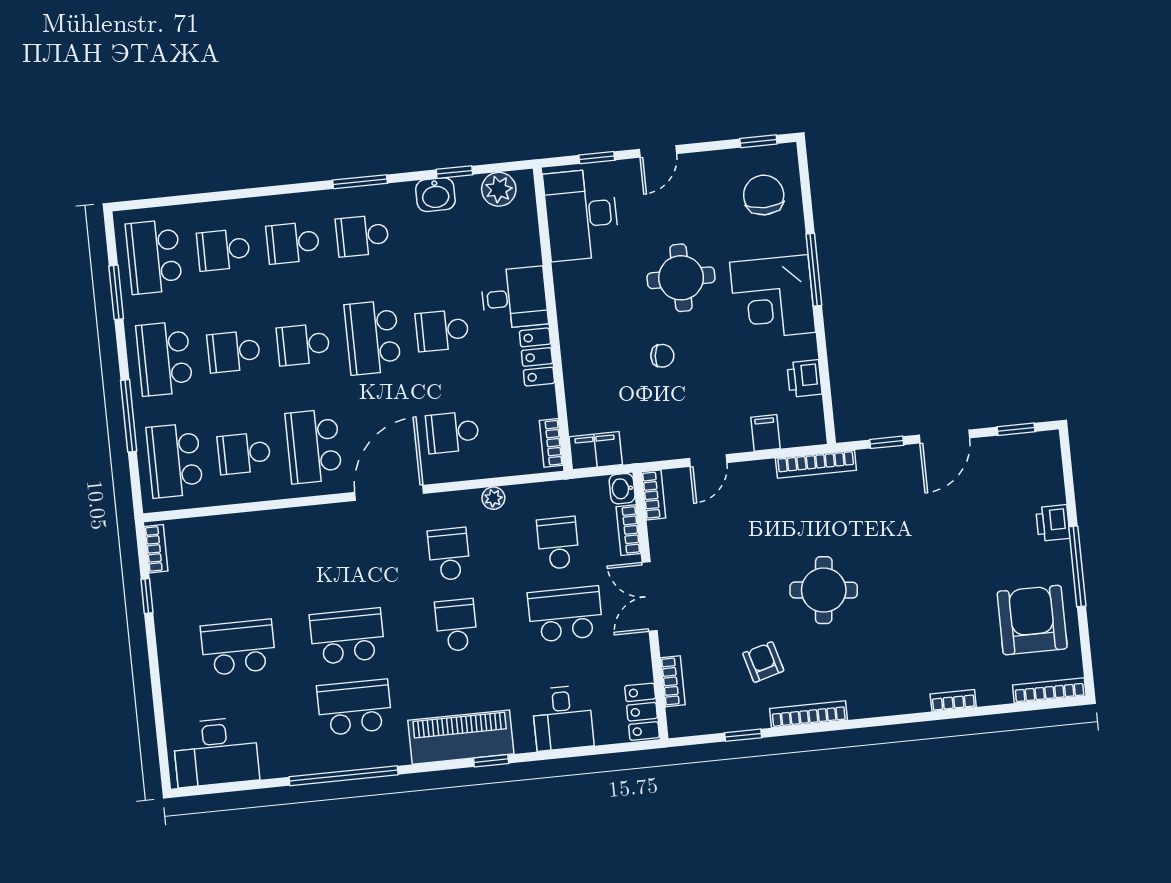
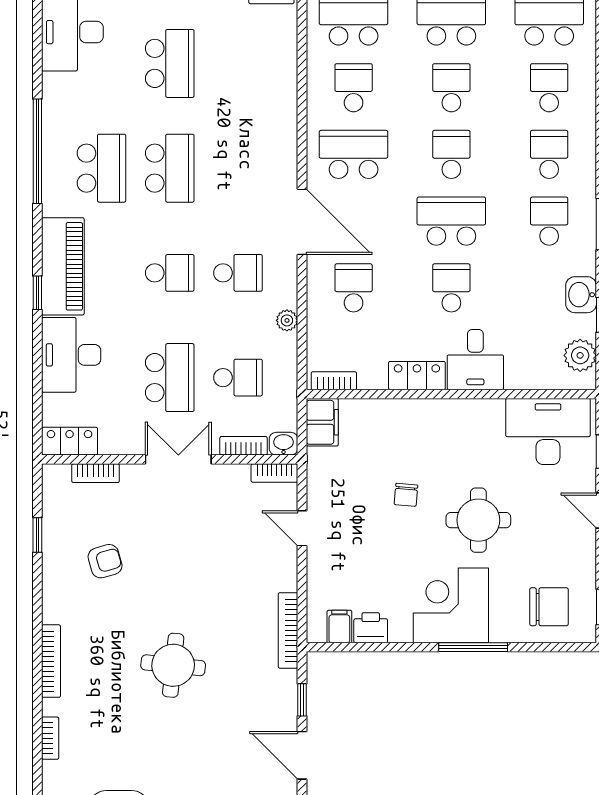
filing cabinet: (765, 433) -> (339, 627), moved, turned -90
round table: (824, 590) -> (173, 665), moved
bookcase: (808, 714) -> (51, 661), moved
desk: (563, 718) -> (71, 355), width x1.37

